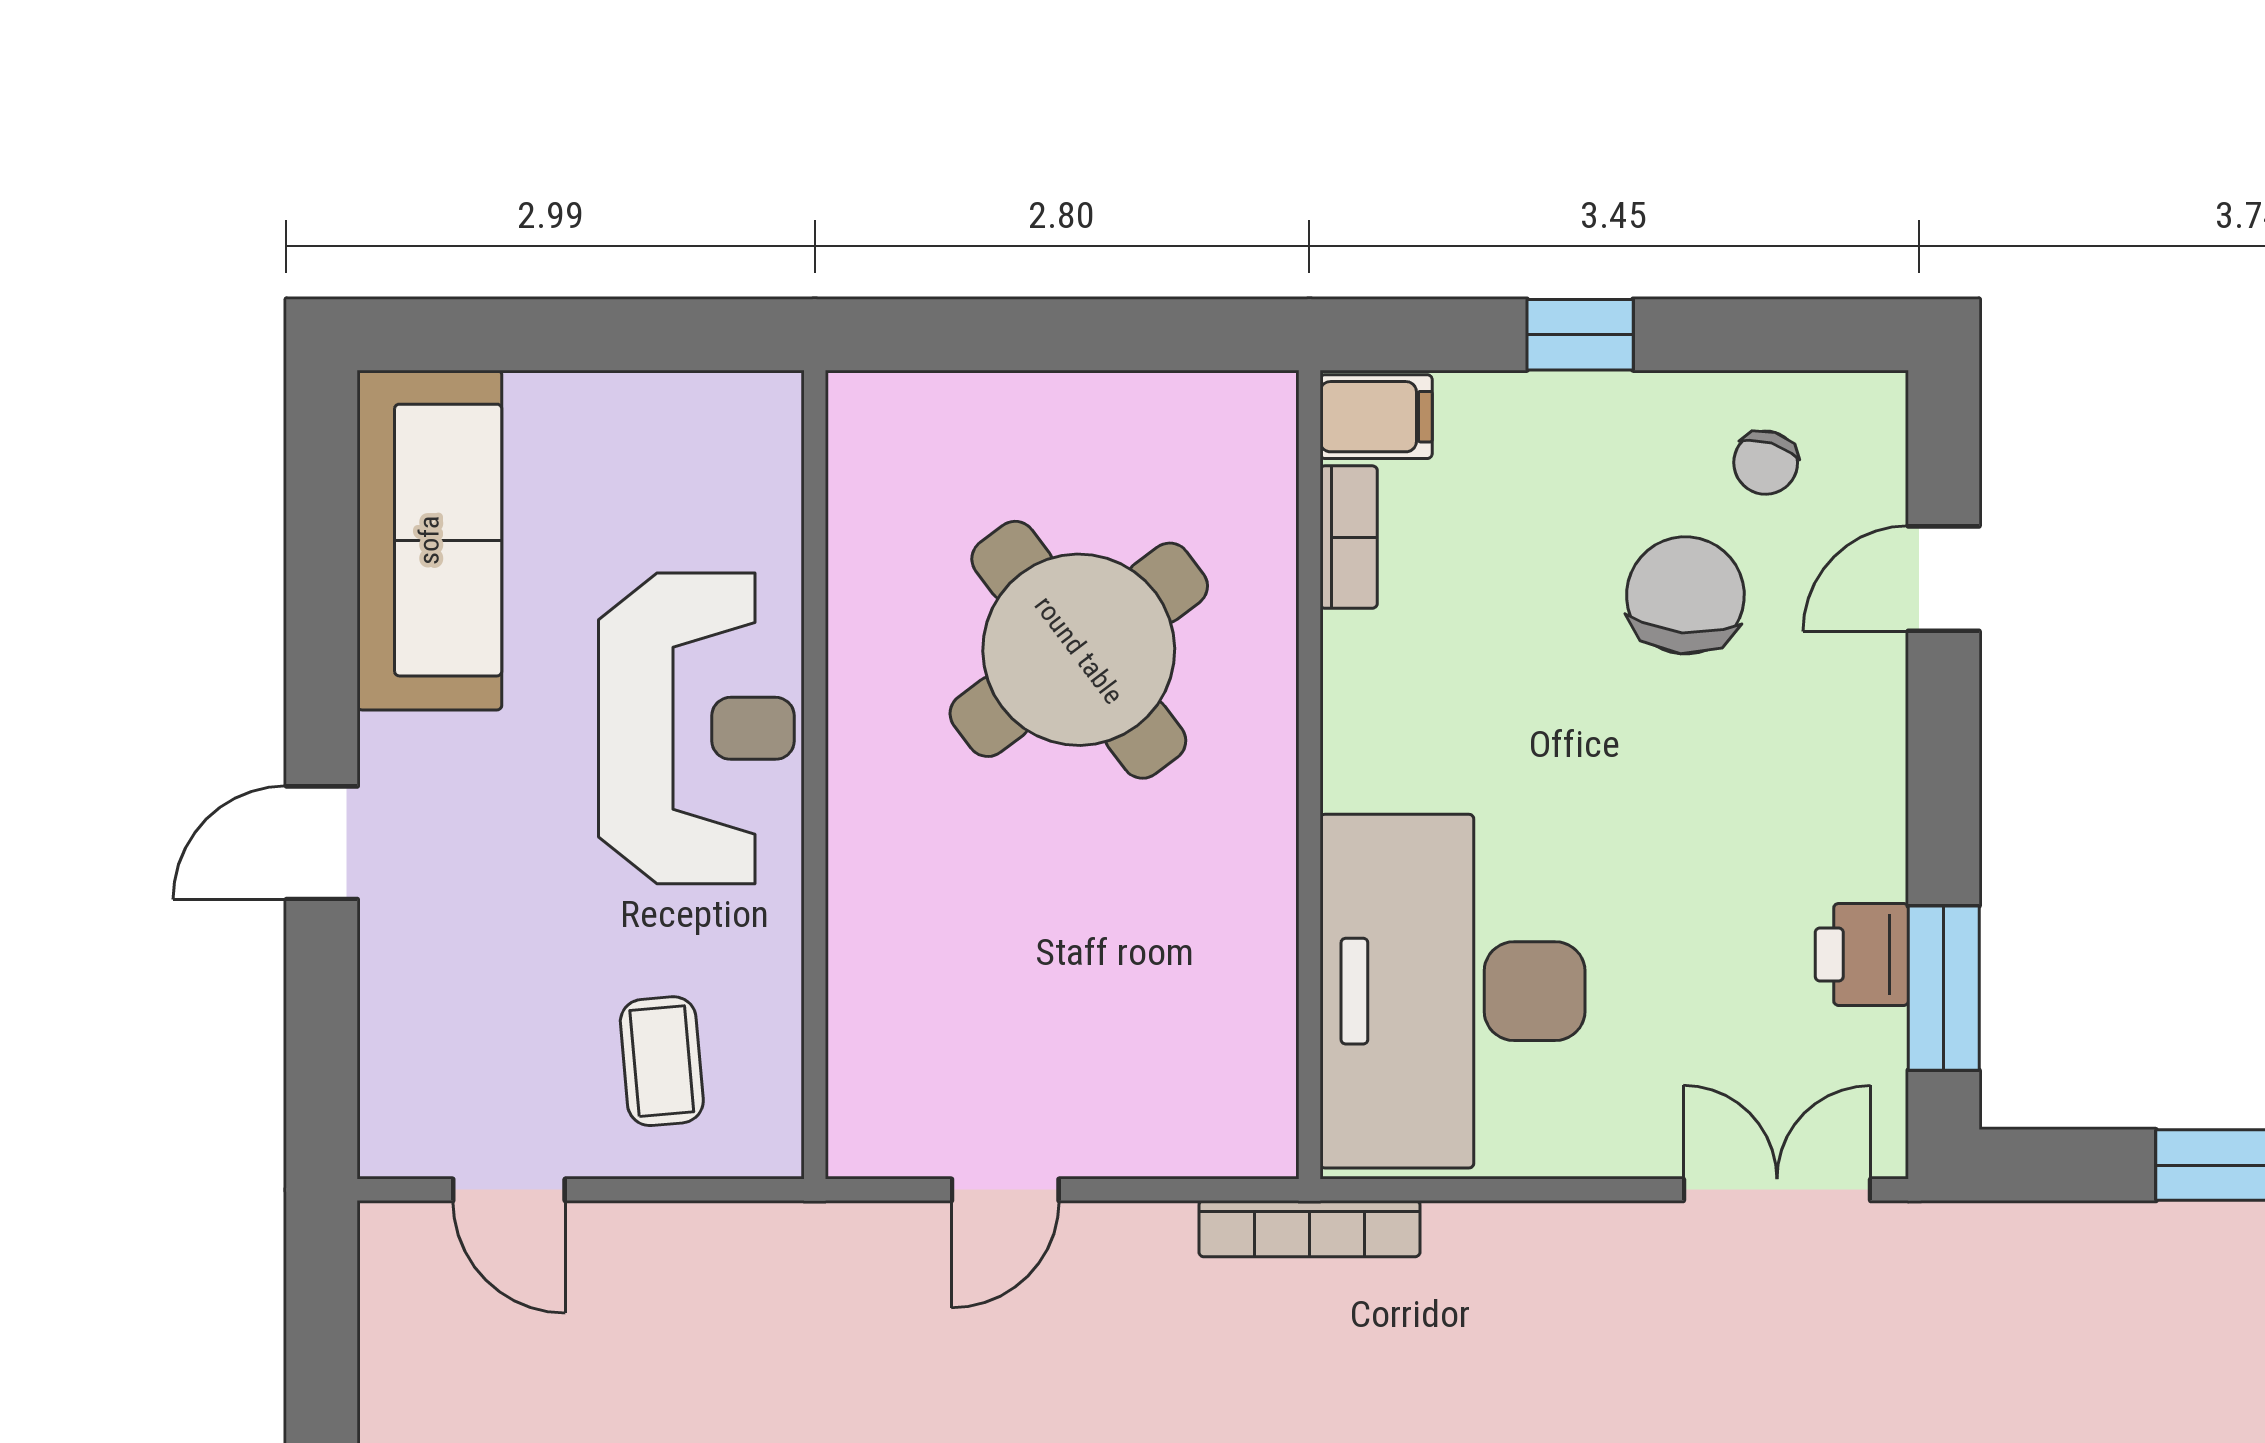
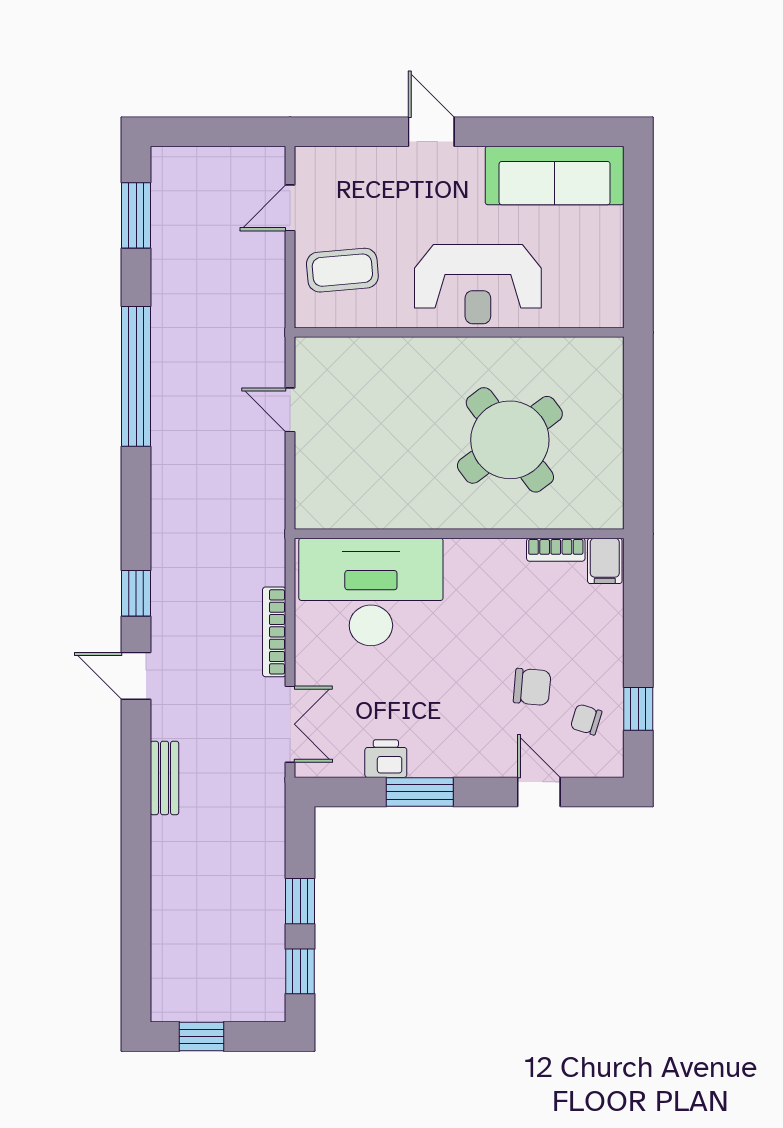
window: (1580, 335) -> (638, 709), moved
chair: (1685, 595) -> (532, 687), width x0.73, depth x0.73
window: (1944, 988) -> (420, 792), moved
coffee table: (662, 1061) -> (342, 270), width x1.36, depth x1.30
bookcase: (1309, 1229) -> (274, 632), moved

